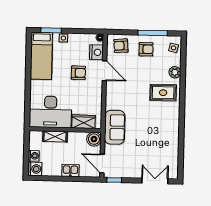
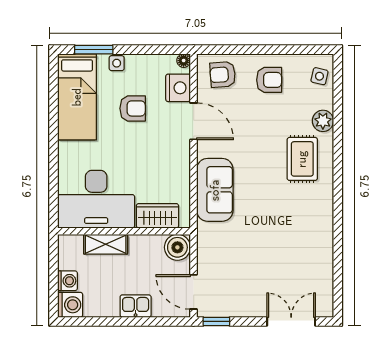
window: (153, 33) -> (280, 50), removed
armchair: (78, 73) -> (133, 108), moved
rug: (163, 93) -> (302, 159), turned 90
sofa: (115, 127) -> (215, 190), moved

